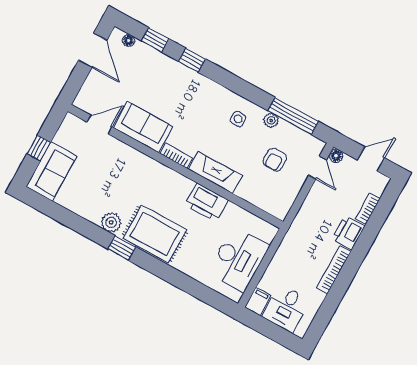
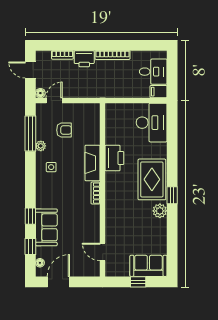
sofa: (143, 127) -> (46, 227), moved, turned 180
desk: (238, 259) -> (152, 123), moved, turned 90

